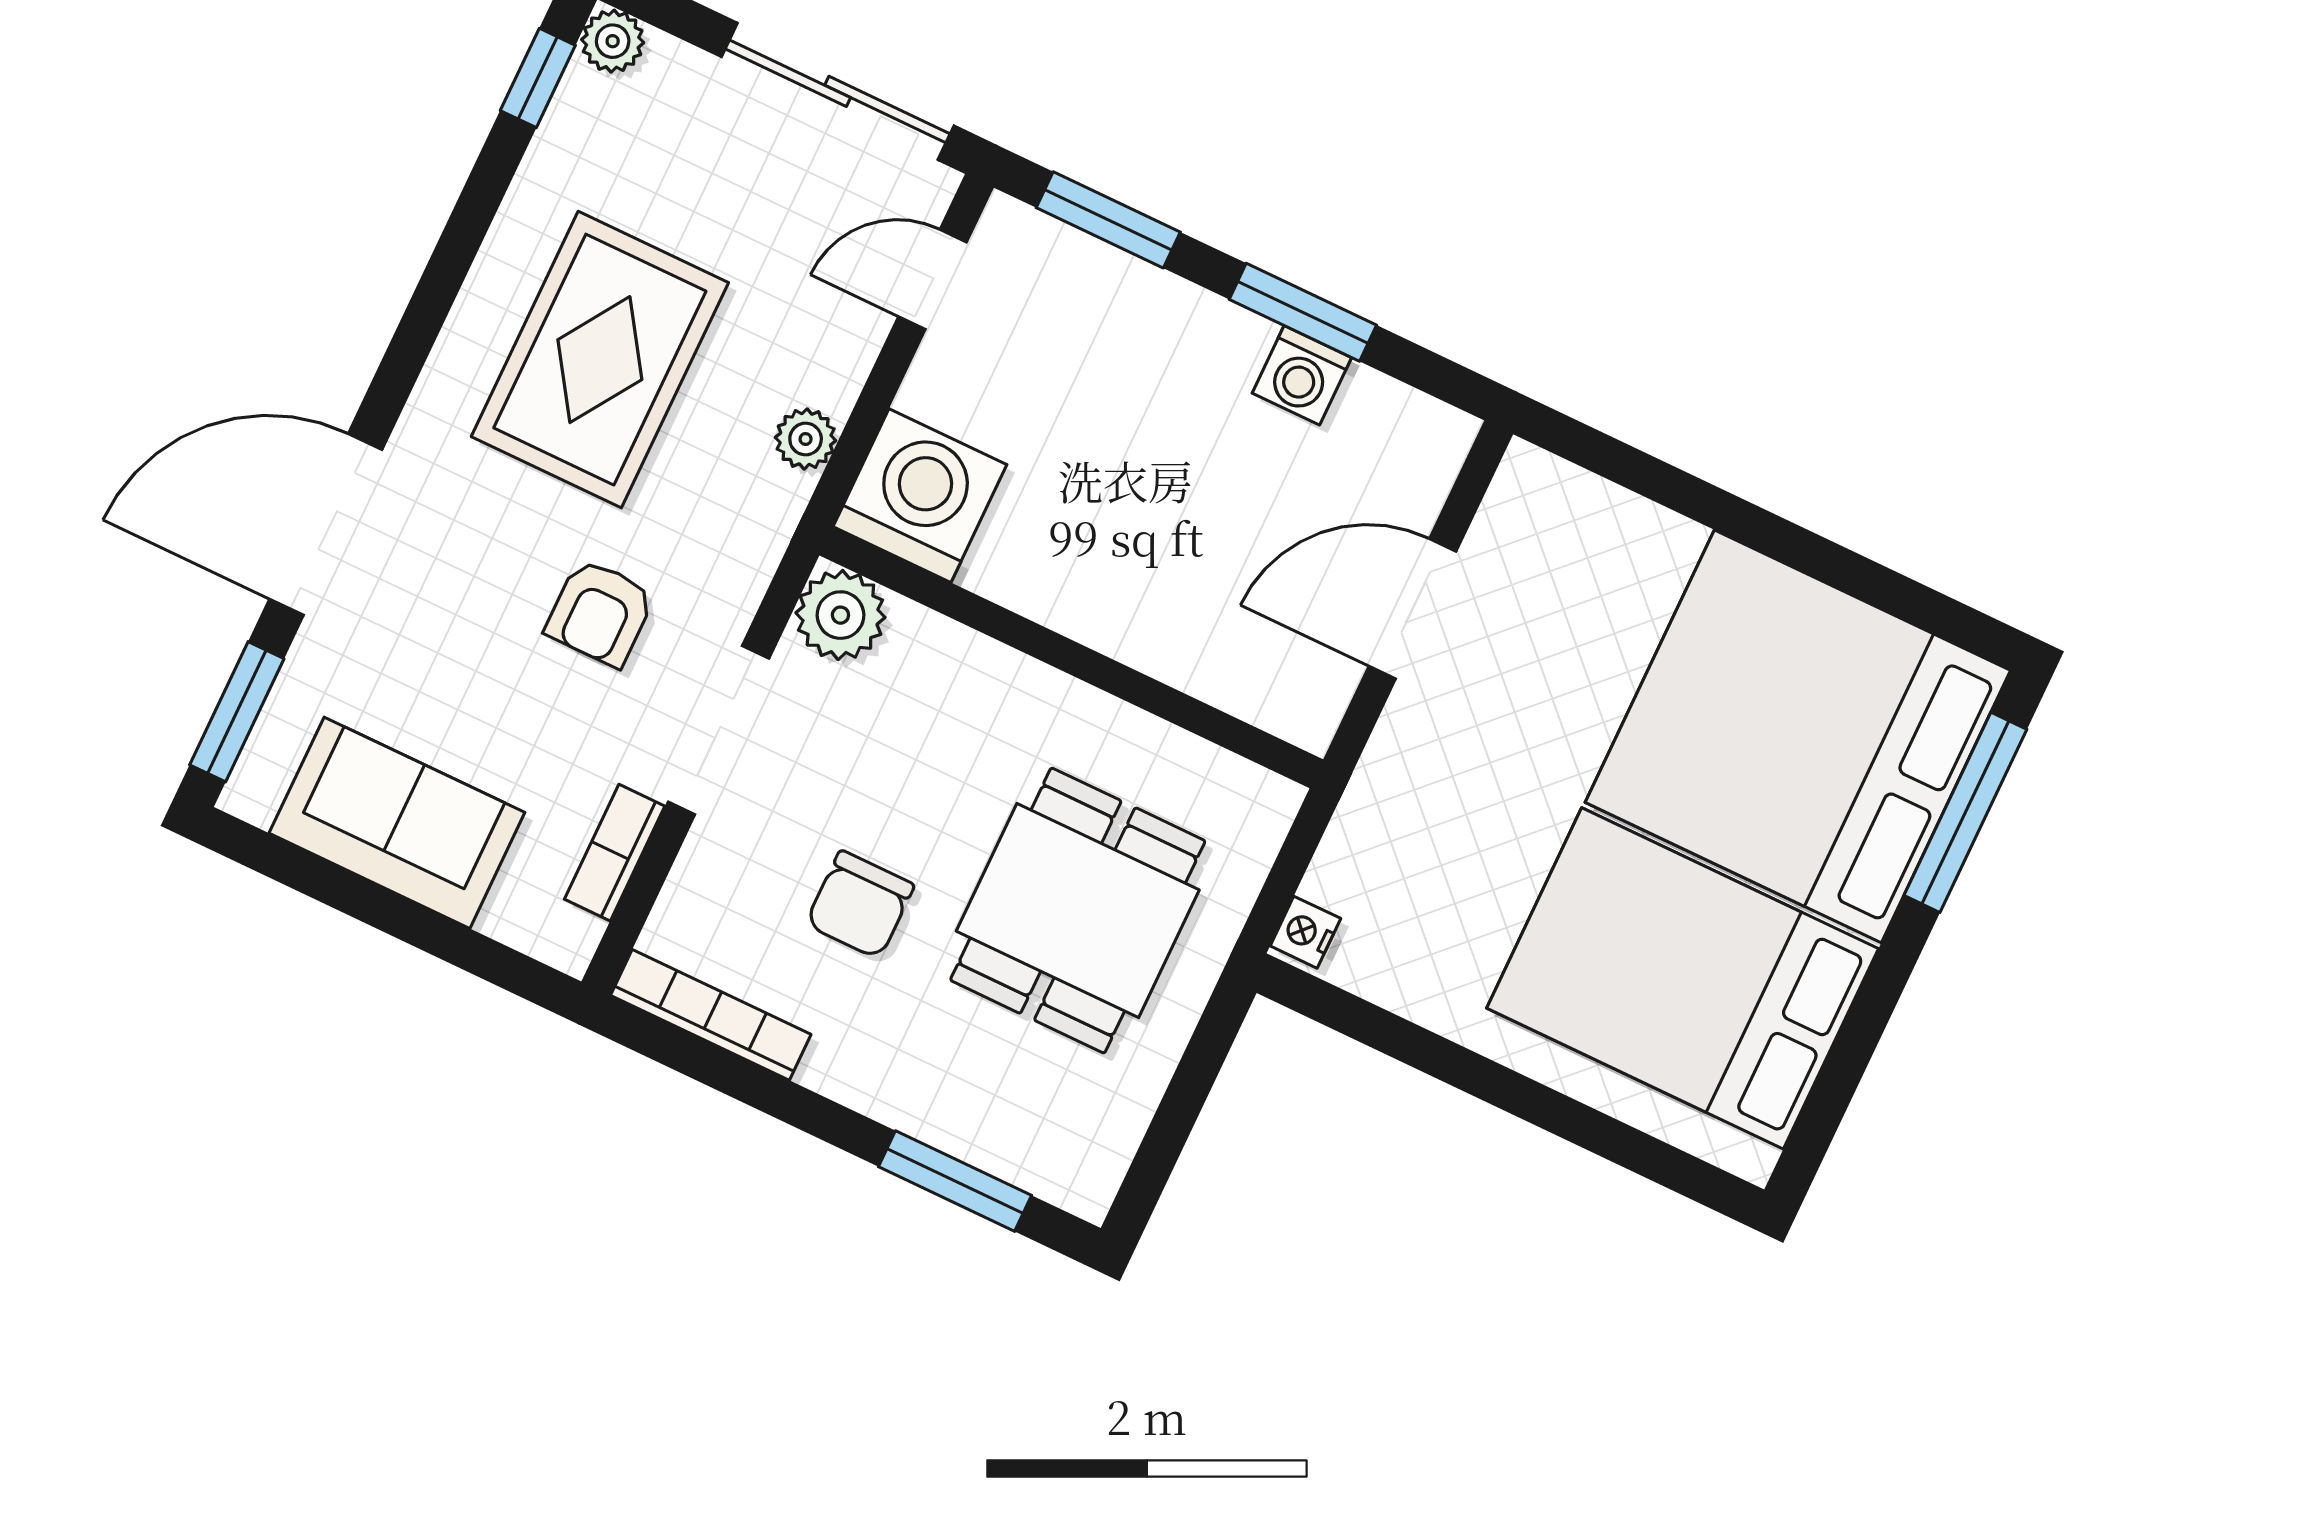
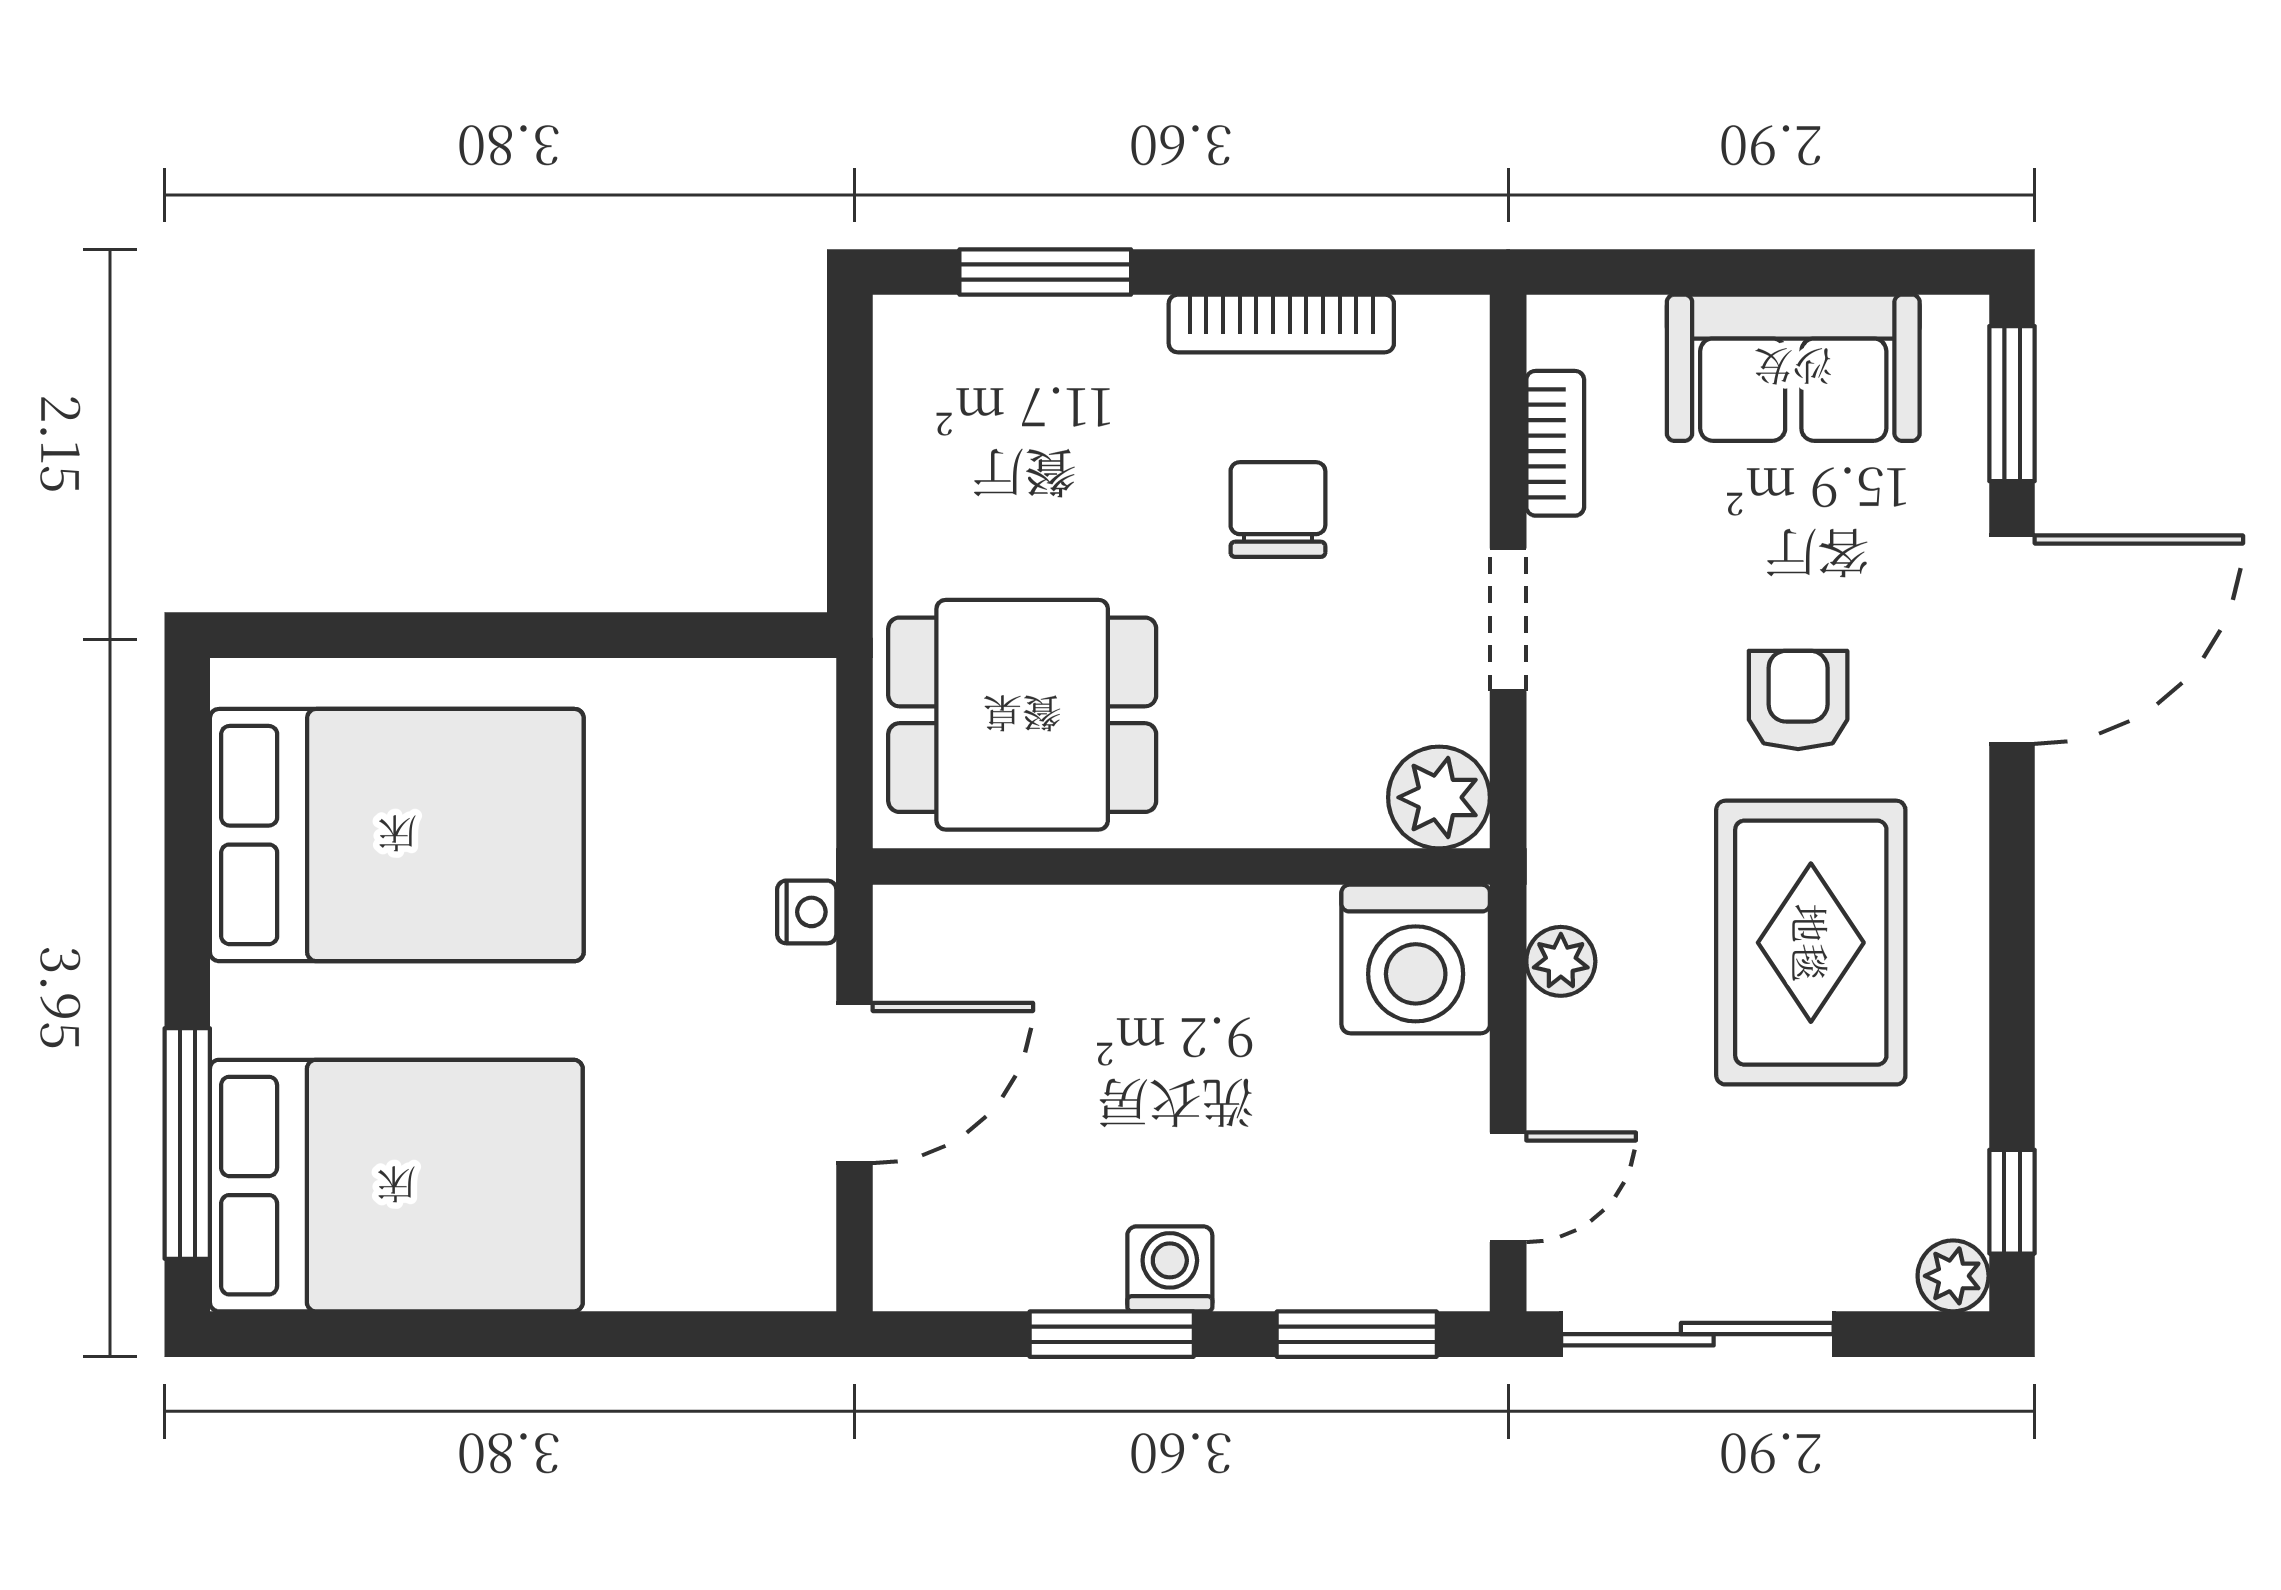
washing machine: (1302, 375) -> (1170, 1269), moved
armchair: (600, 613) -> (1798, 700), moved
doorway: (719, 730) -> (1508, 620), width x0.73
bed: (1798, 736) -> (396, 1186), width x0.73
dining table: (1078, 911) -> (1022, 715), moved, turned 90
nightstand: (1305, 932) -> (807, 912), moved
bookcase: (711, 1015) -> (1281, 323), moved

